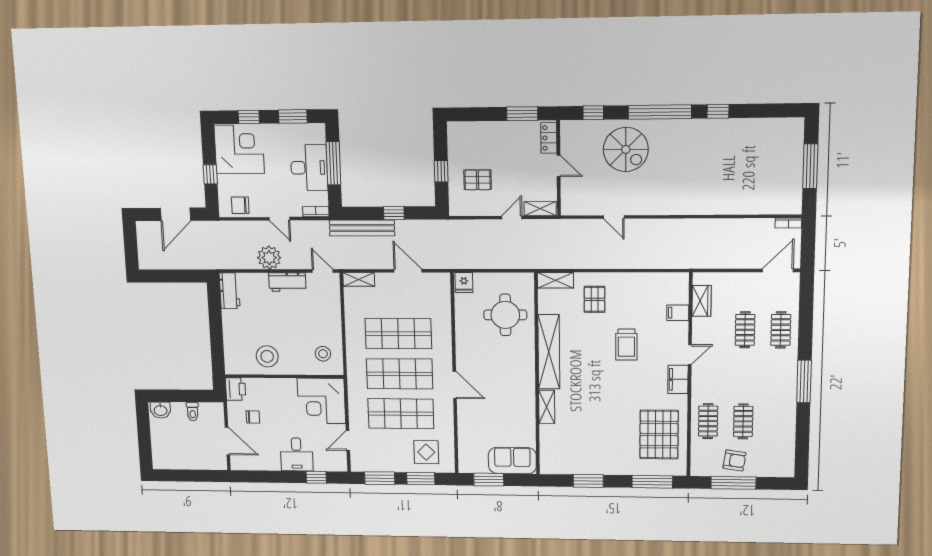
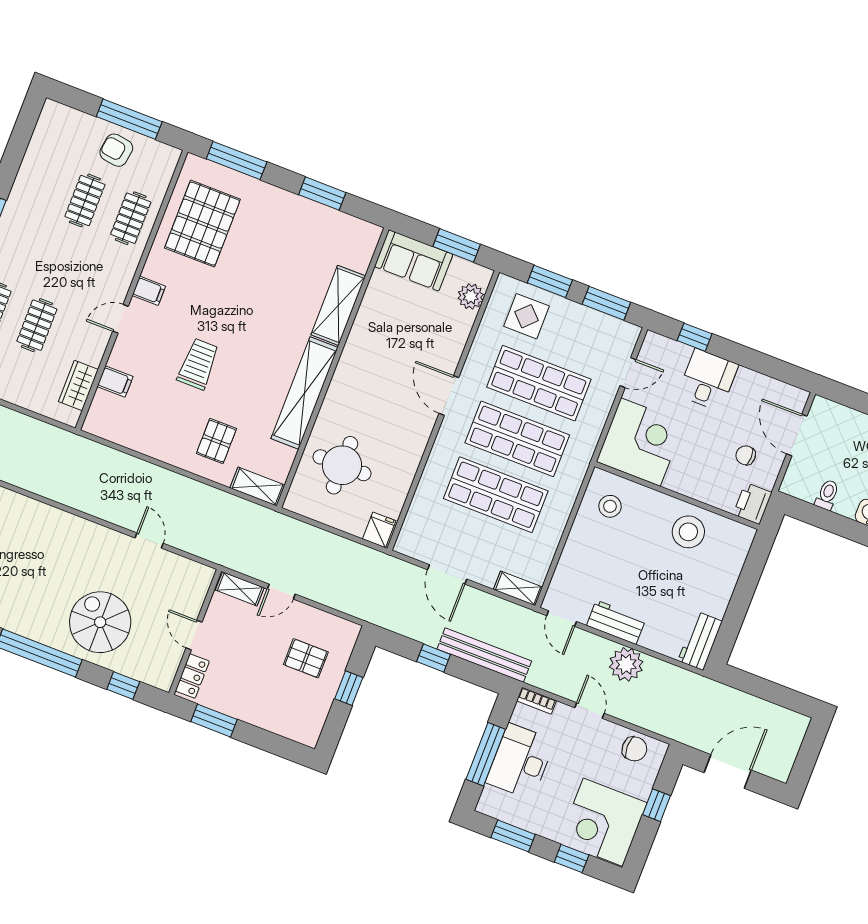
filing cabinet: (678, 379) -> (149, 291), width x0.50
shelving: (547, 407) -> (338, 305), width x1.50, depth x1.33
plant: (467, 451) -> (471, 296), added

